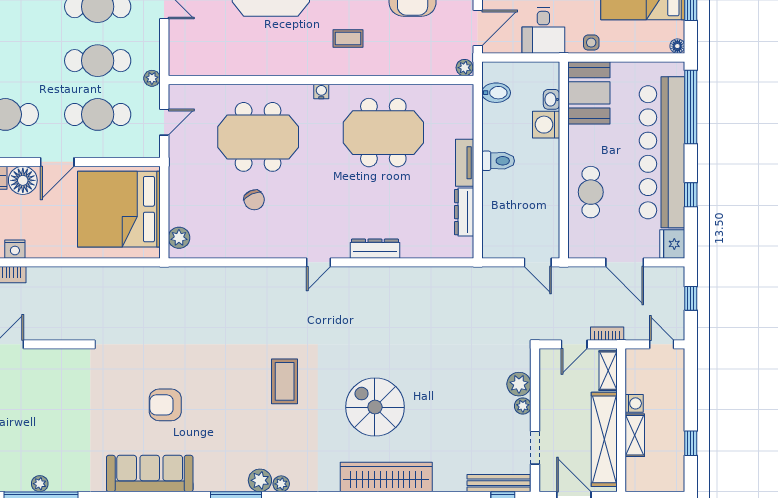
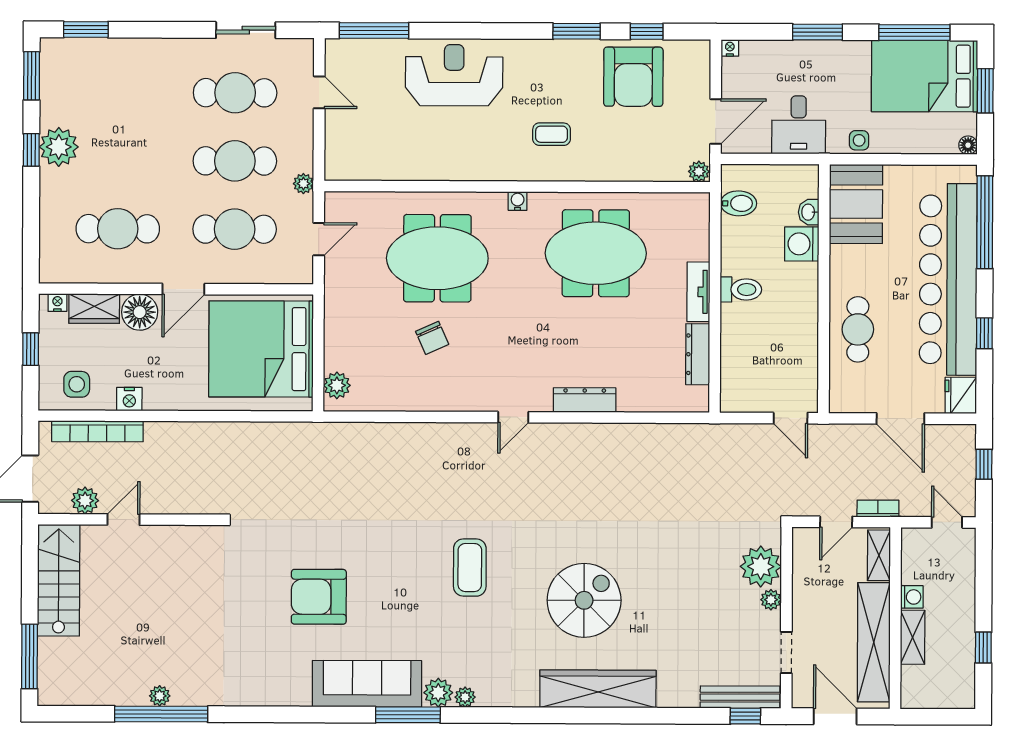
plant: (519, 384) -> (761, 567), width x1.36, depth x1.36
armchair: (165, 405) -> (319, 597), width x1.36, depth x1.36
spiral stairs: (375, 407) -> (584, 600), turned 90
sofa: (150, 474) -> (367, 684), moved

